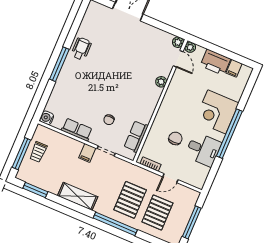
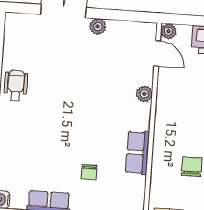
plant: (178, 42) -> (98, 26), moved
row of seats: (136, 136) -> (137, 152), moved

